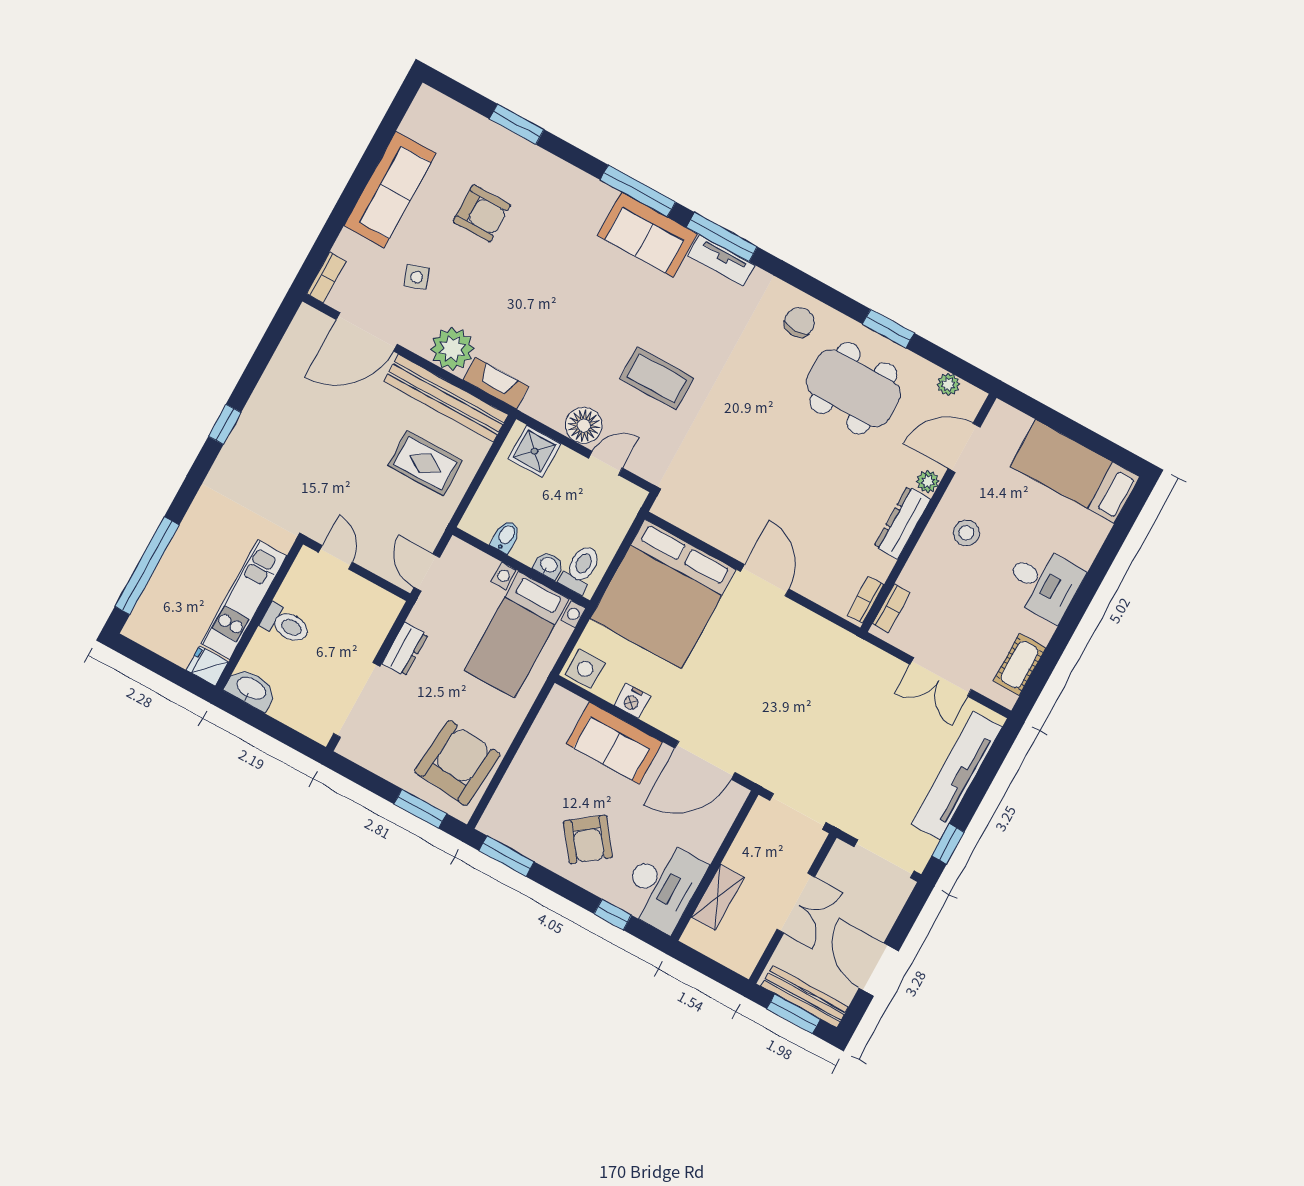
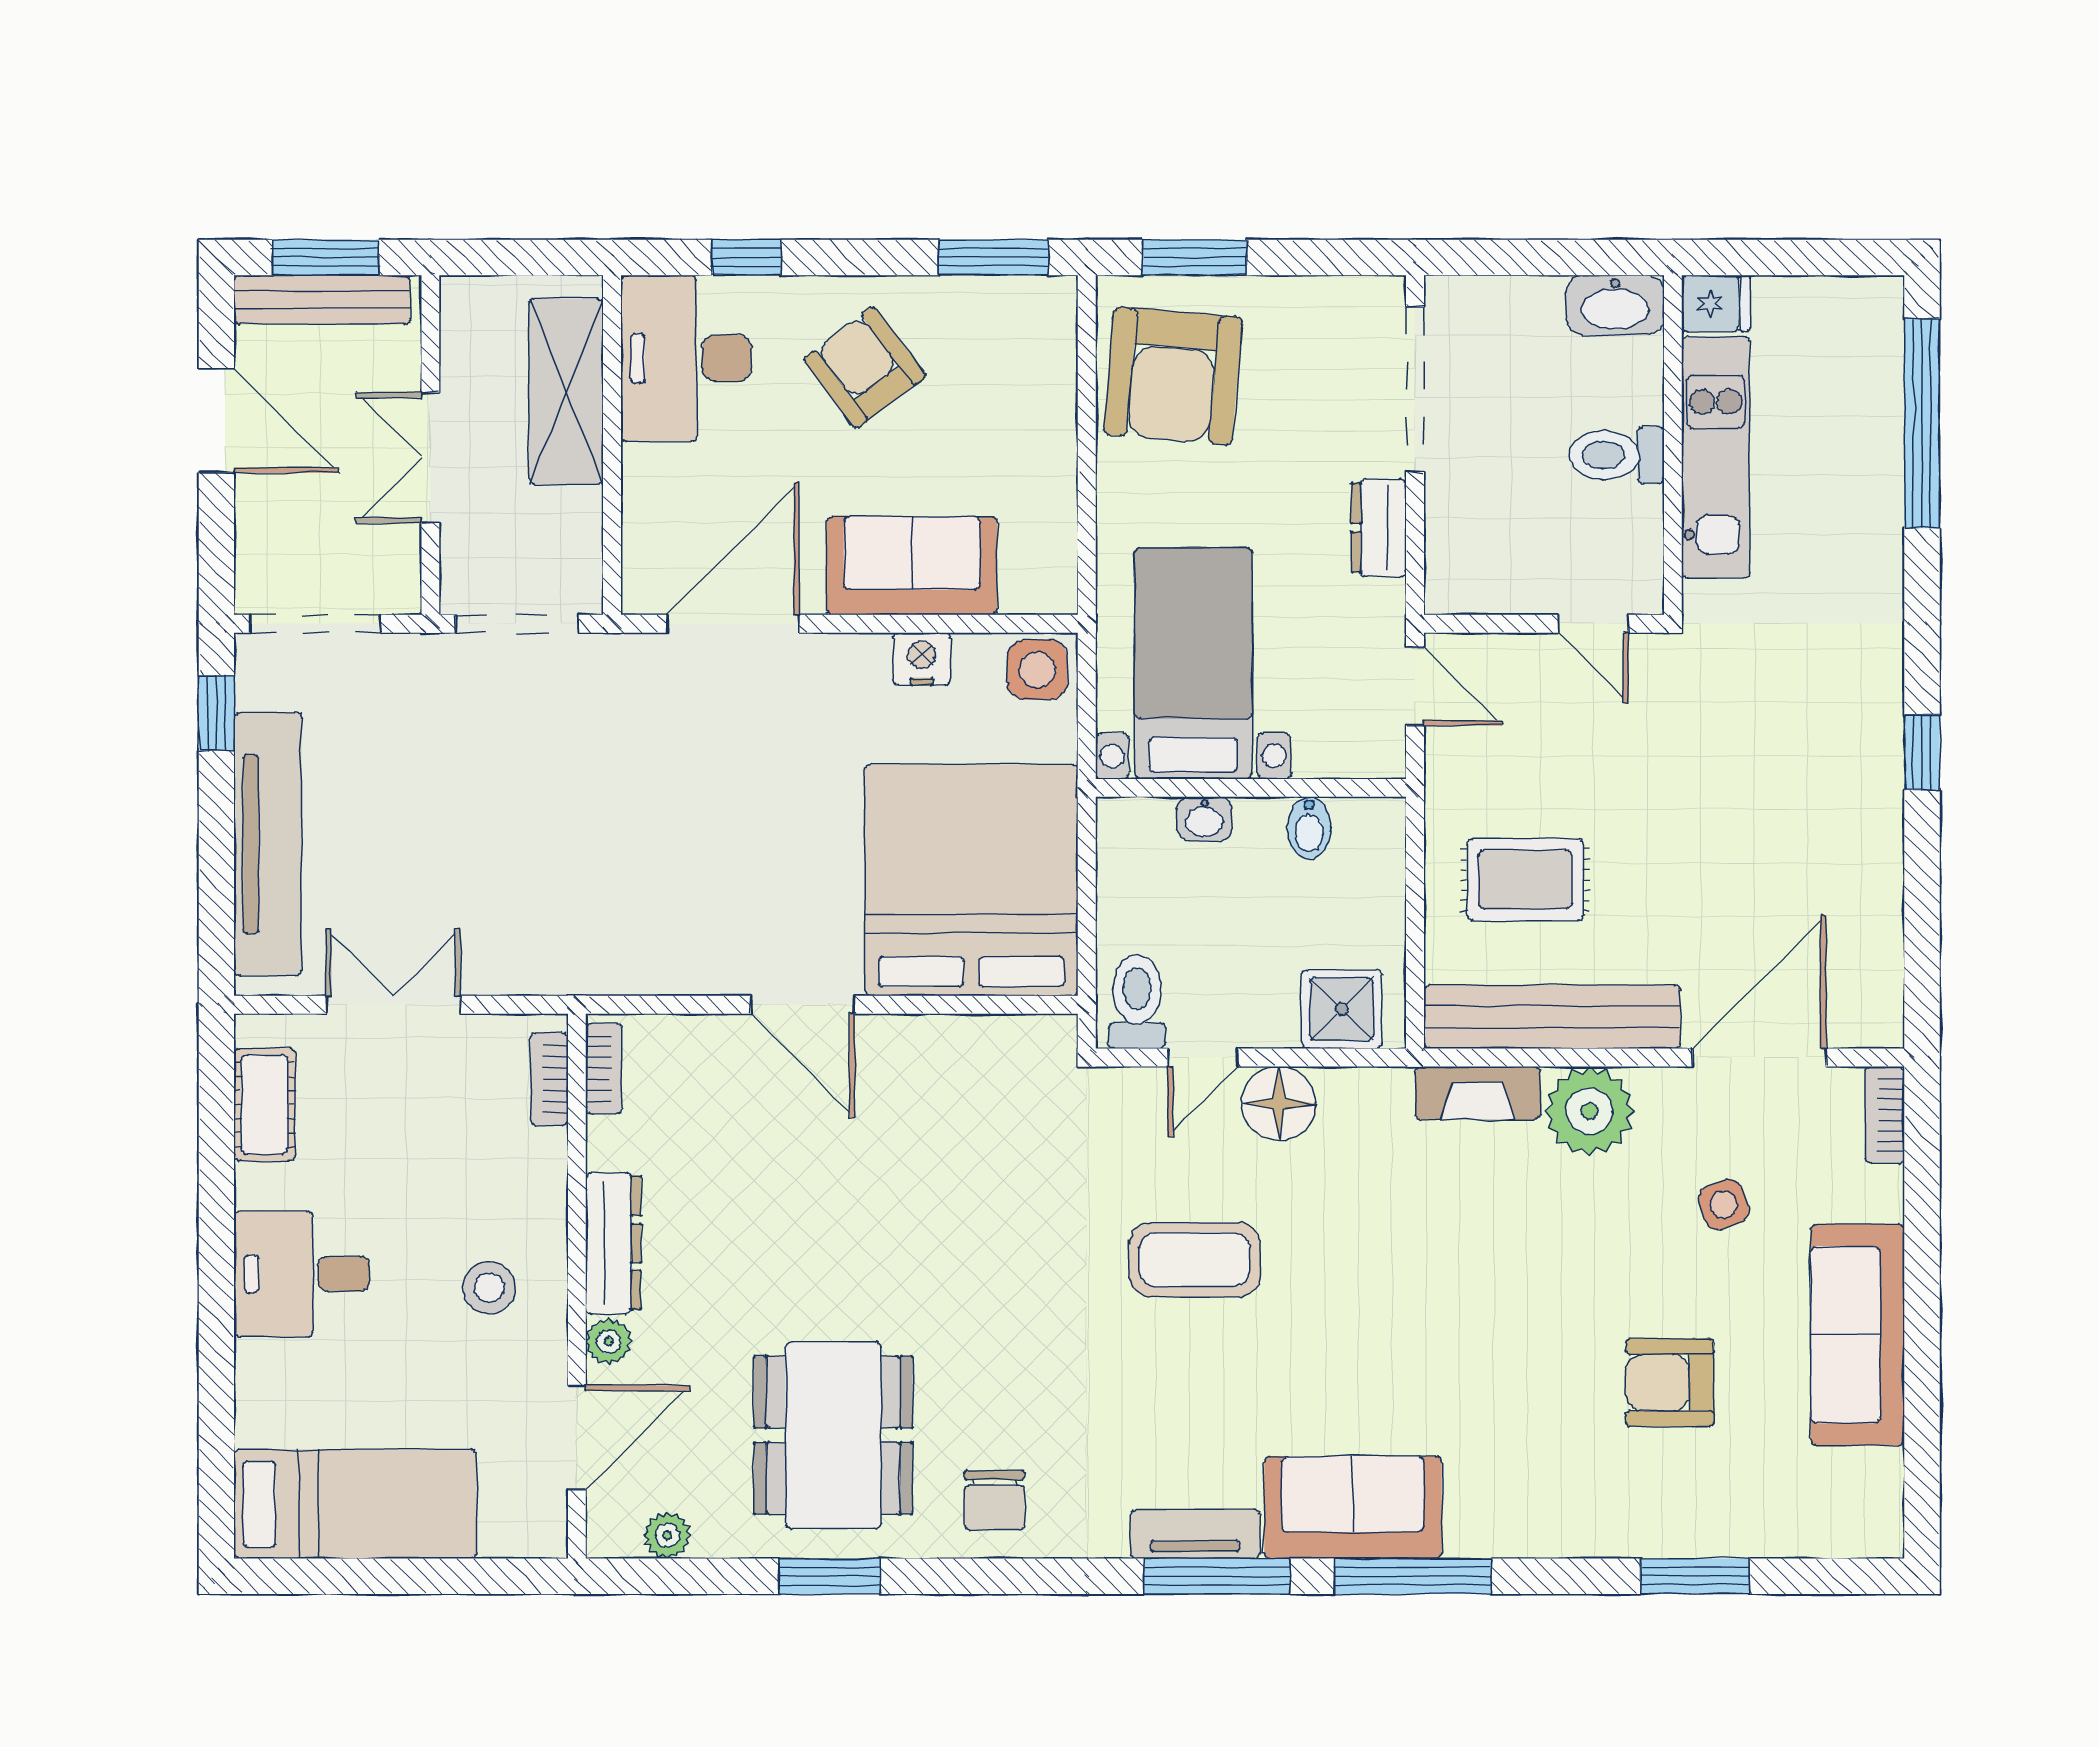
dining table: (853, 388) -> (833, 1435), turned 90
toilet: (580, 569) -> (1137, 1002), moved, turned 180
shelving: (718, 897) -> (566, 392), width x1.50, depth x1.33

